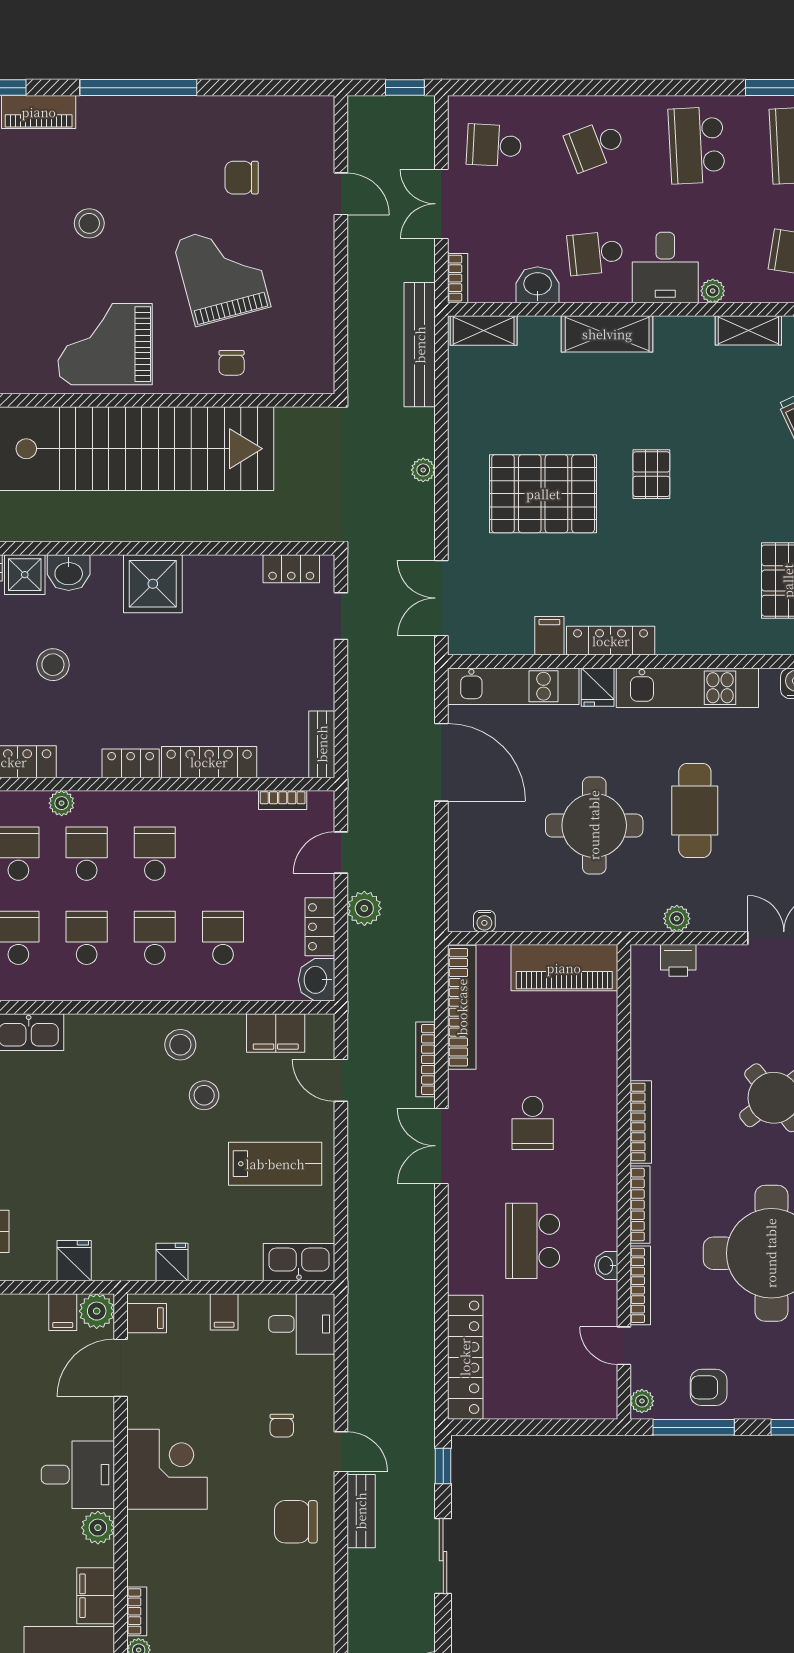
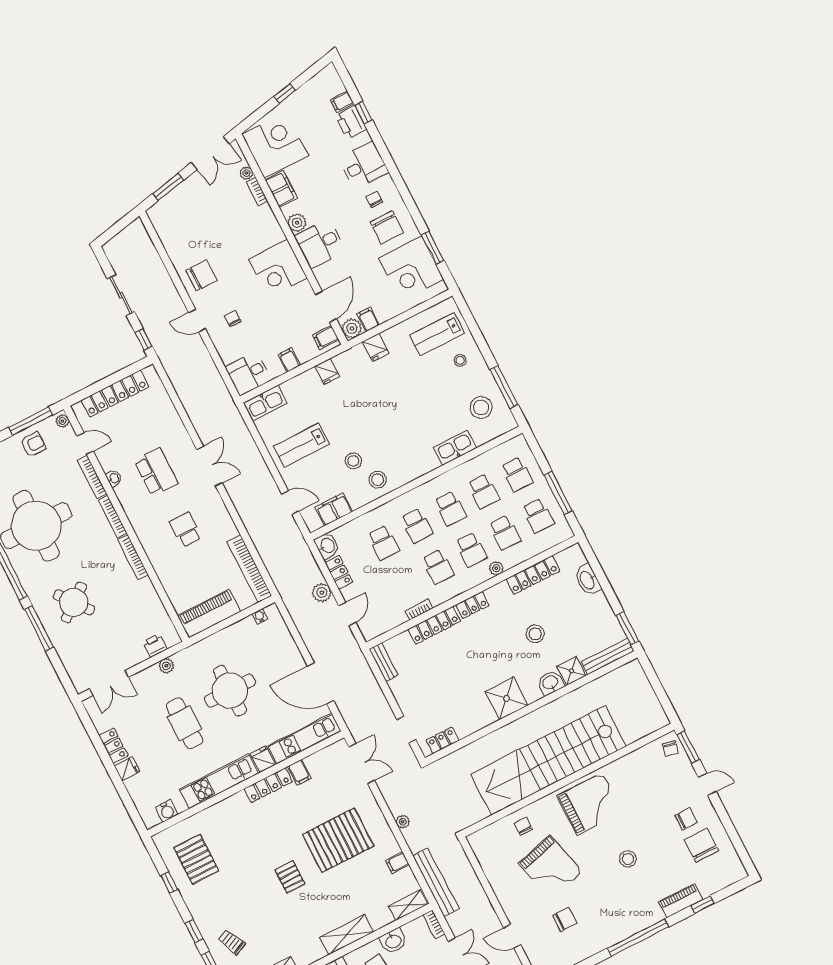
filing cabinet: (465, 408) -> (397, 863), added
bookcase: (283, 800) -> (419, 610), moved
bookcase: (426, 1059) -> (254, 534), removed
double door: (441, 1146) -> (209, 466), moved
locker: (465, 1357) -> (115, 394), moved, turned -90
bench: (361, 1511) -> (172, 297), removed

